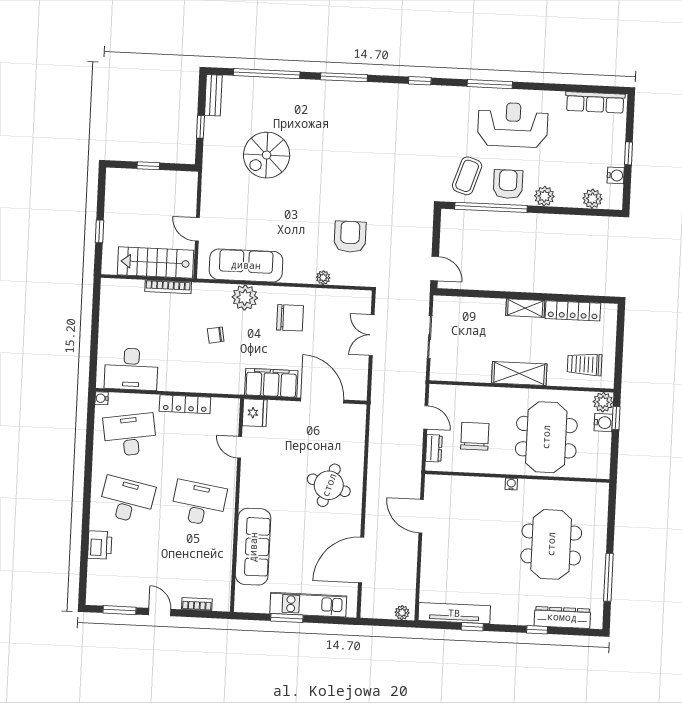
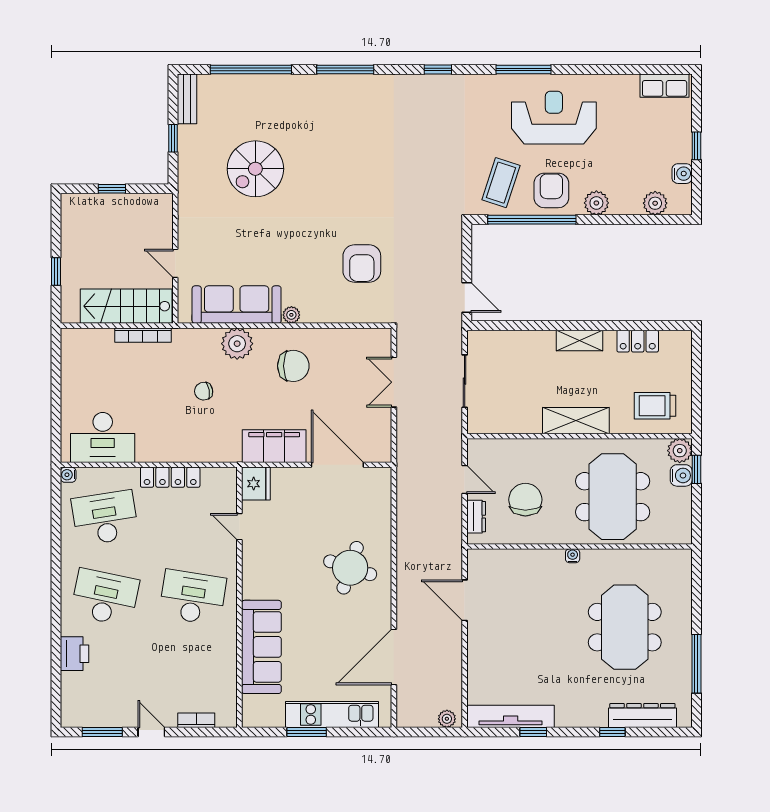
row of seats: (595, 102) -> (665, 86), width x0.68
armchair: (350, 237) -> (362, 264), turned 180
plant: (323, 278) -> (291, 315), moved
locker: (573, 311) -> (638, 341), width x0.66

